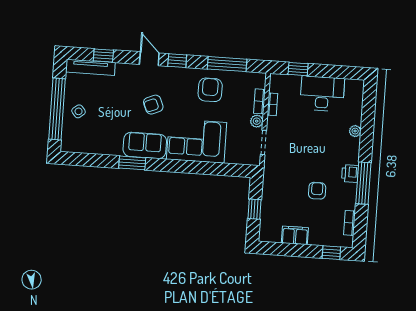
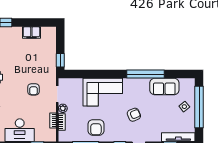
sofa: (145, 145) -> (164, 87), moved
window: (132, 163) -> (145, 74), width x2.11
armchair: (317, 191) -> (33, 89), moved
window: (255, 209) -> (60, 60), moved

